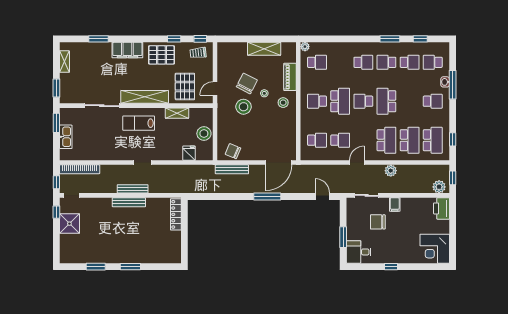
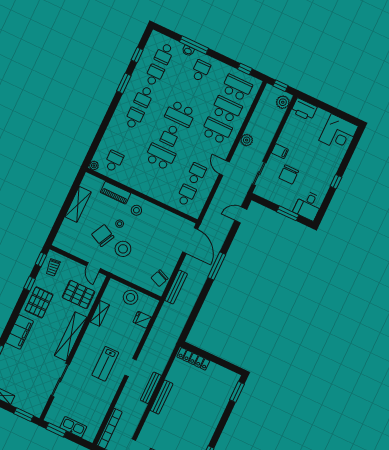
school desk: (317, 101) -> (150, 178), removed
lab bench: (139, 123) -> (105, 364), moved
window: (130, 267) -> (237, 392), moved

